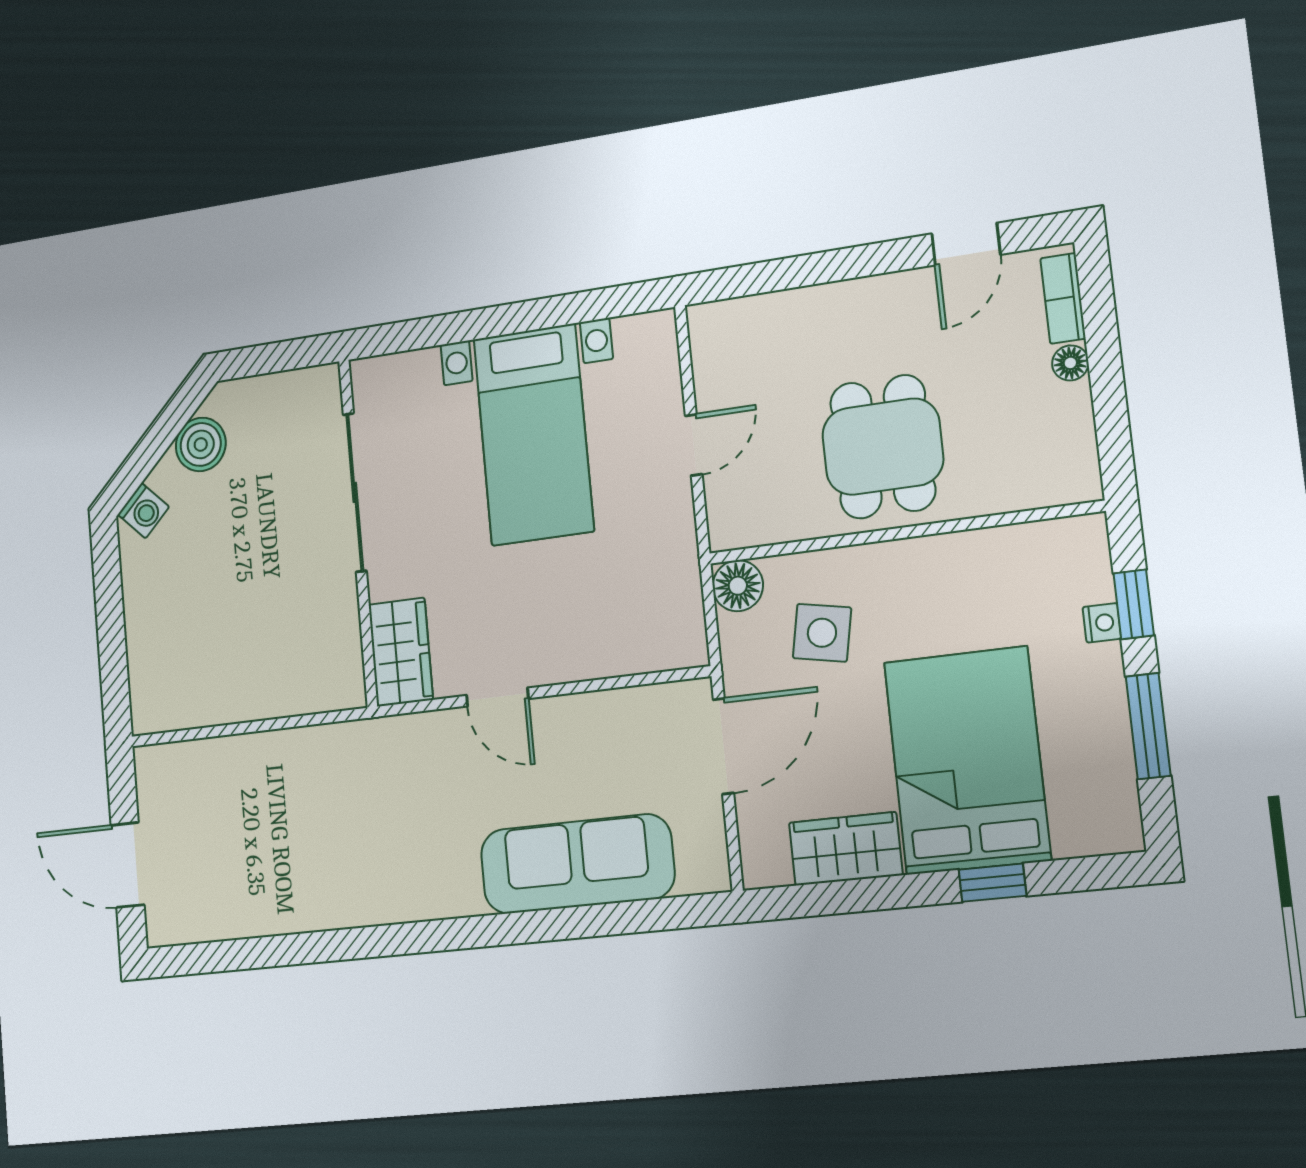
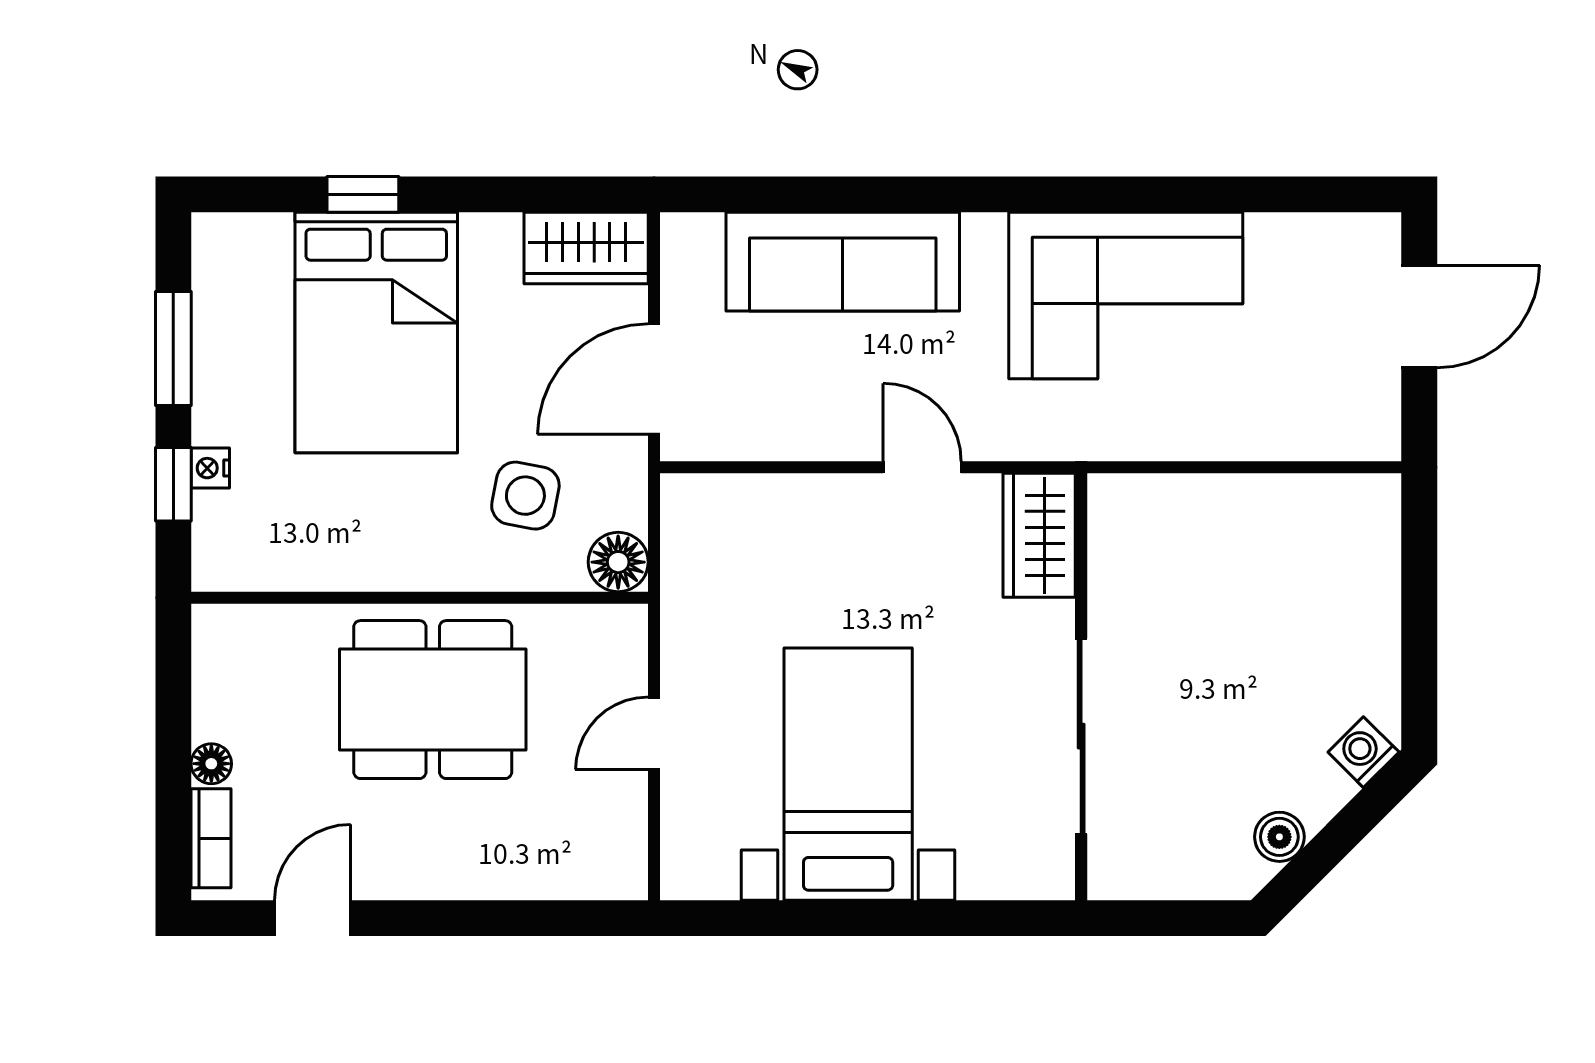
boiler: (201, 444) -> (1279, 837), width x0.73, depth x0.73
dining table: (883, 447) -> (433, 700), width x1.38
wardrobe: (846, 849) -> (586, 248), moved
corner sofa: (350, 859) -> (1126, 296), added
door: (128, 865) -> (1419, 316), hinge flipped

